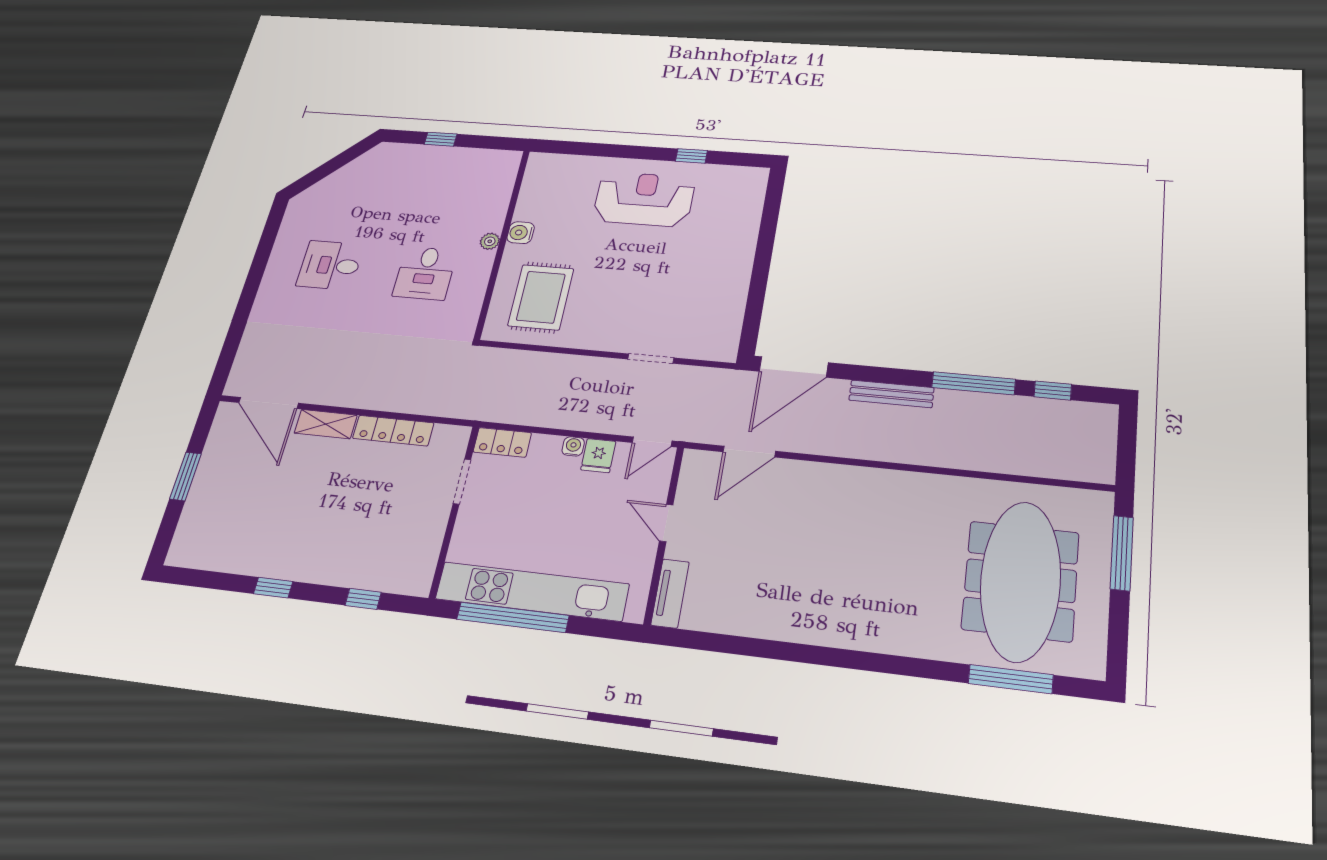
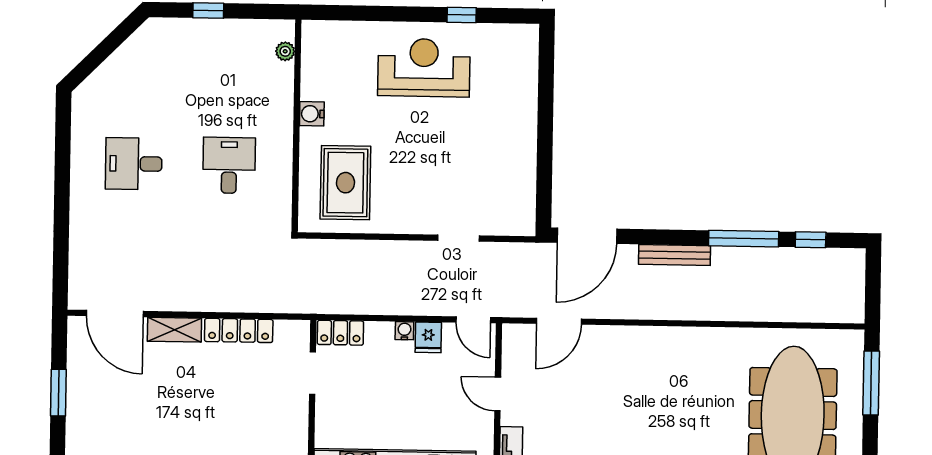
plant: (490, 241) -> (285, 51), moved
desk: (425, 273) -> (229, 165), turned 180
door: (652, 442) -> (473, 320), hinge flipped

